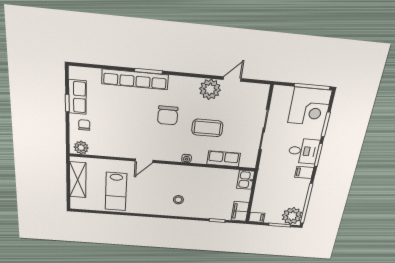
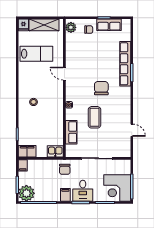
plant: (210, 89) -> (123, 116), removed
chair: (168, 115) -> (101, 88), turned 90
chair: (271, 171) -> (65, 169), added
lab bench: (116, 192) -> (36, 54), turned 180
fridge: (78, 204) -> (23, 25), added

